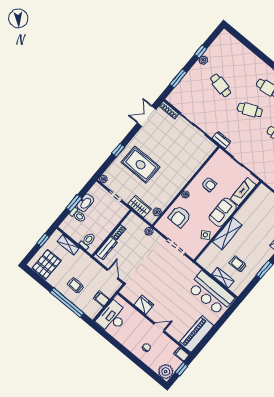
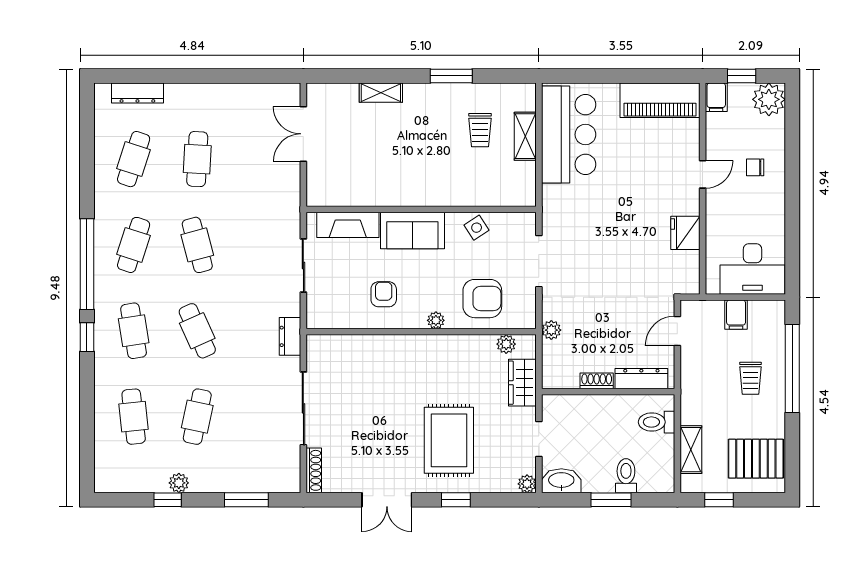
cafe table: (239, 64) -> (134, 417), added
double door: (147, 116) -> (387, 500), moved
washbasin: (85, 203) -> (561, 481), moved
shelving: (227, 233) -> (442, 192), removed
door: (159, 327) -> (703, 174), swing flipped

